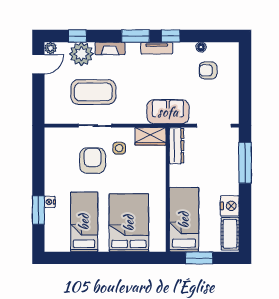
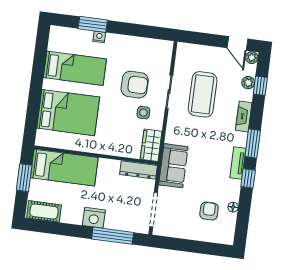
plant: (81, 54) -> (248, 83), width x0.53, depth x0.53
nightstand: (230, 206) -> (94, 218), moved

